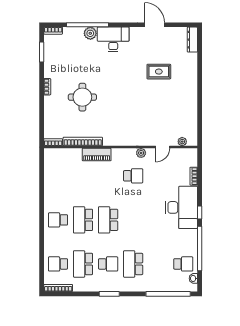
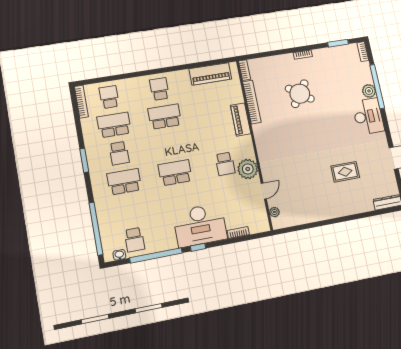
rug: (159, 72) -> (345, 172), turned 90
round table: (82, 97) -> (300, 94), turned 35
door: (163, 147) -> (264, 191), swing flipped
plant: (141, 153) -> (248, 169), width x1.88, depth x1.88
piano: (52, 173) -> (210, 74), added
school desk: (108, 220) -> (175, 173), moved

